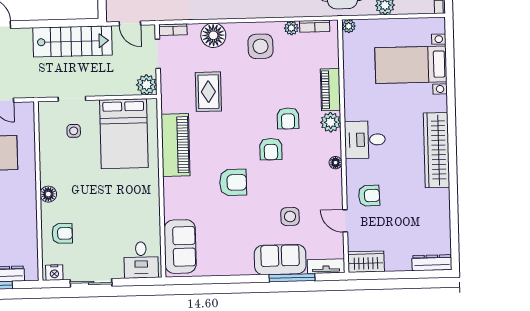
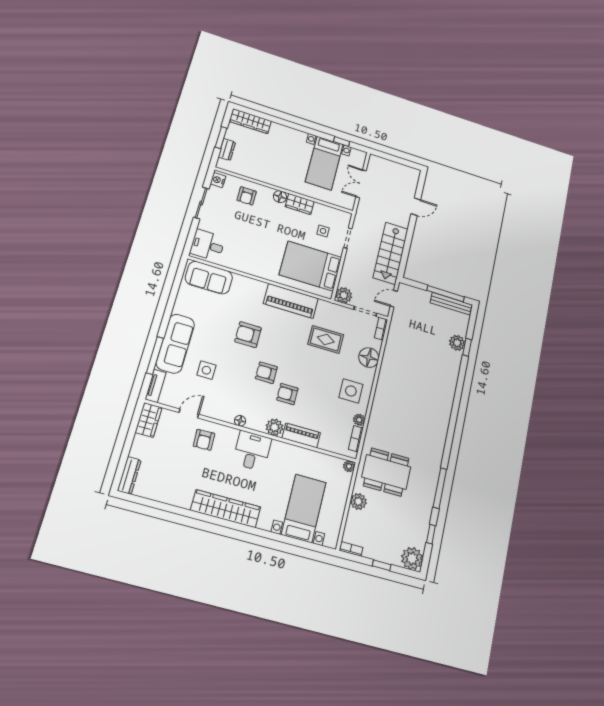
wardrobe: (49, 168) -> (300, 204), added
armchair: (233, 182) -> (248, 335), turned 90
sofa: (280, 260) -> (175, 344), width x1.36

